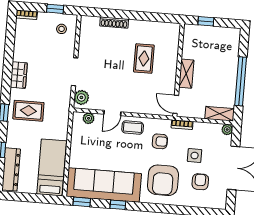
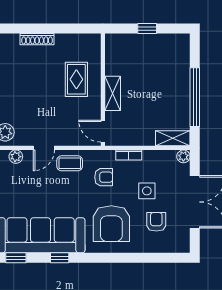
wall: (178, 70) -> (103, 90), moved
shelving: (186, 74) -> (113, 93), moved
door: (176, 104) -> (103, 131), moved

